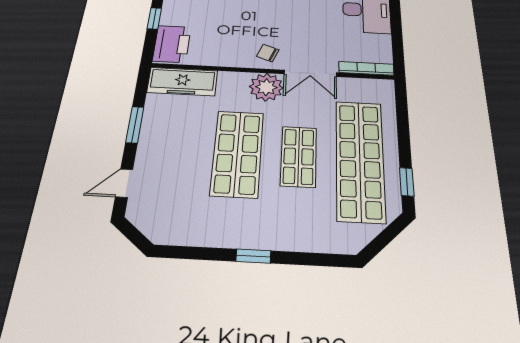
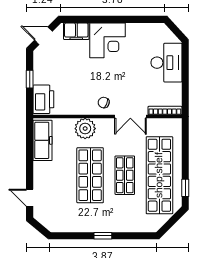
freezer: (182, 82) -> (43, 140), moved, turned -90
plant: (266, 87) -> (85, 129), moved
window: (135, 125) -> (30, 160), removed
door: (124, 183) -> (30, 198), hinge flipped

